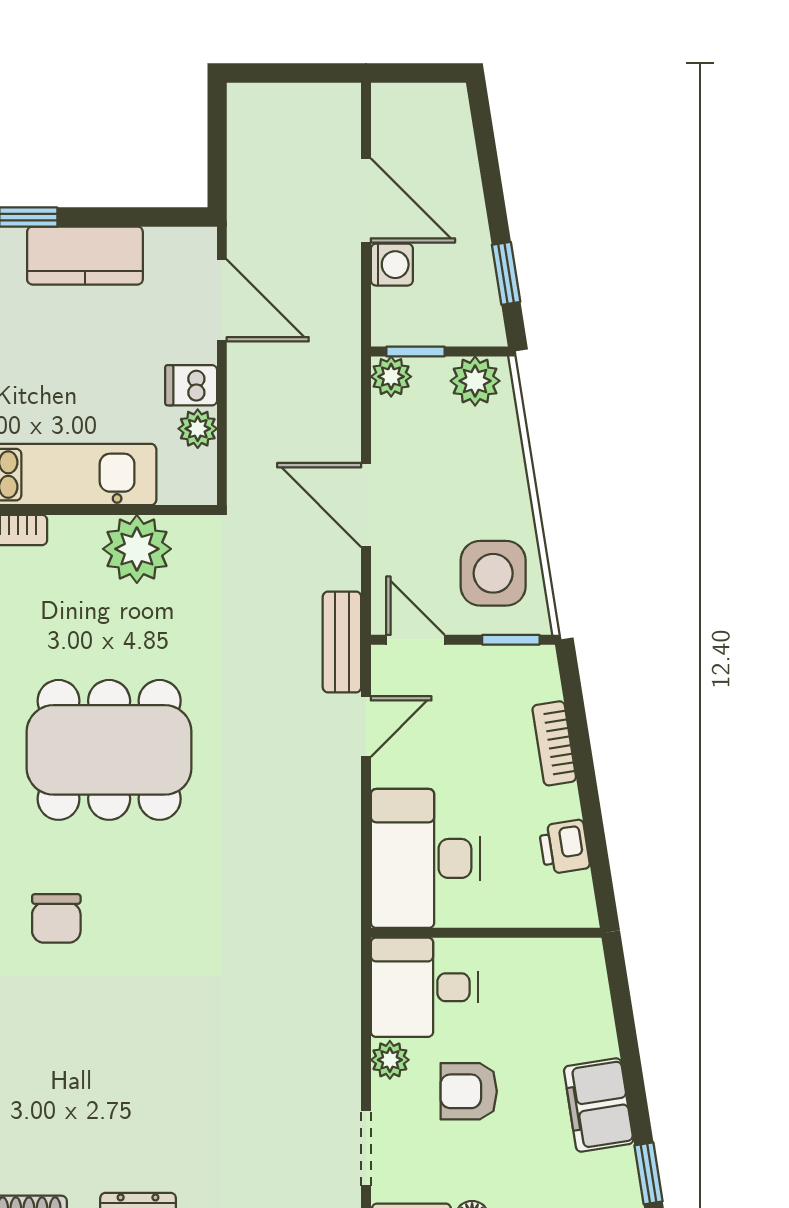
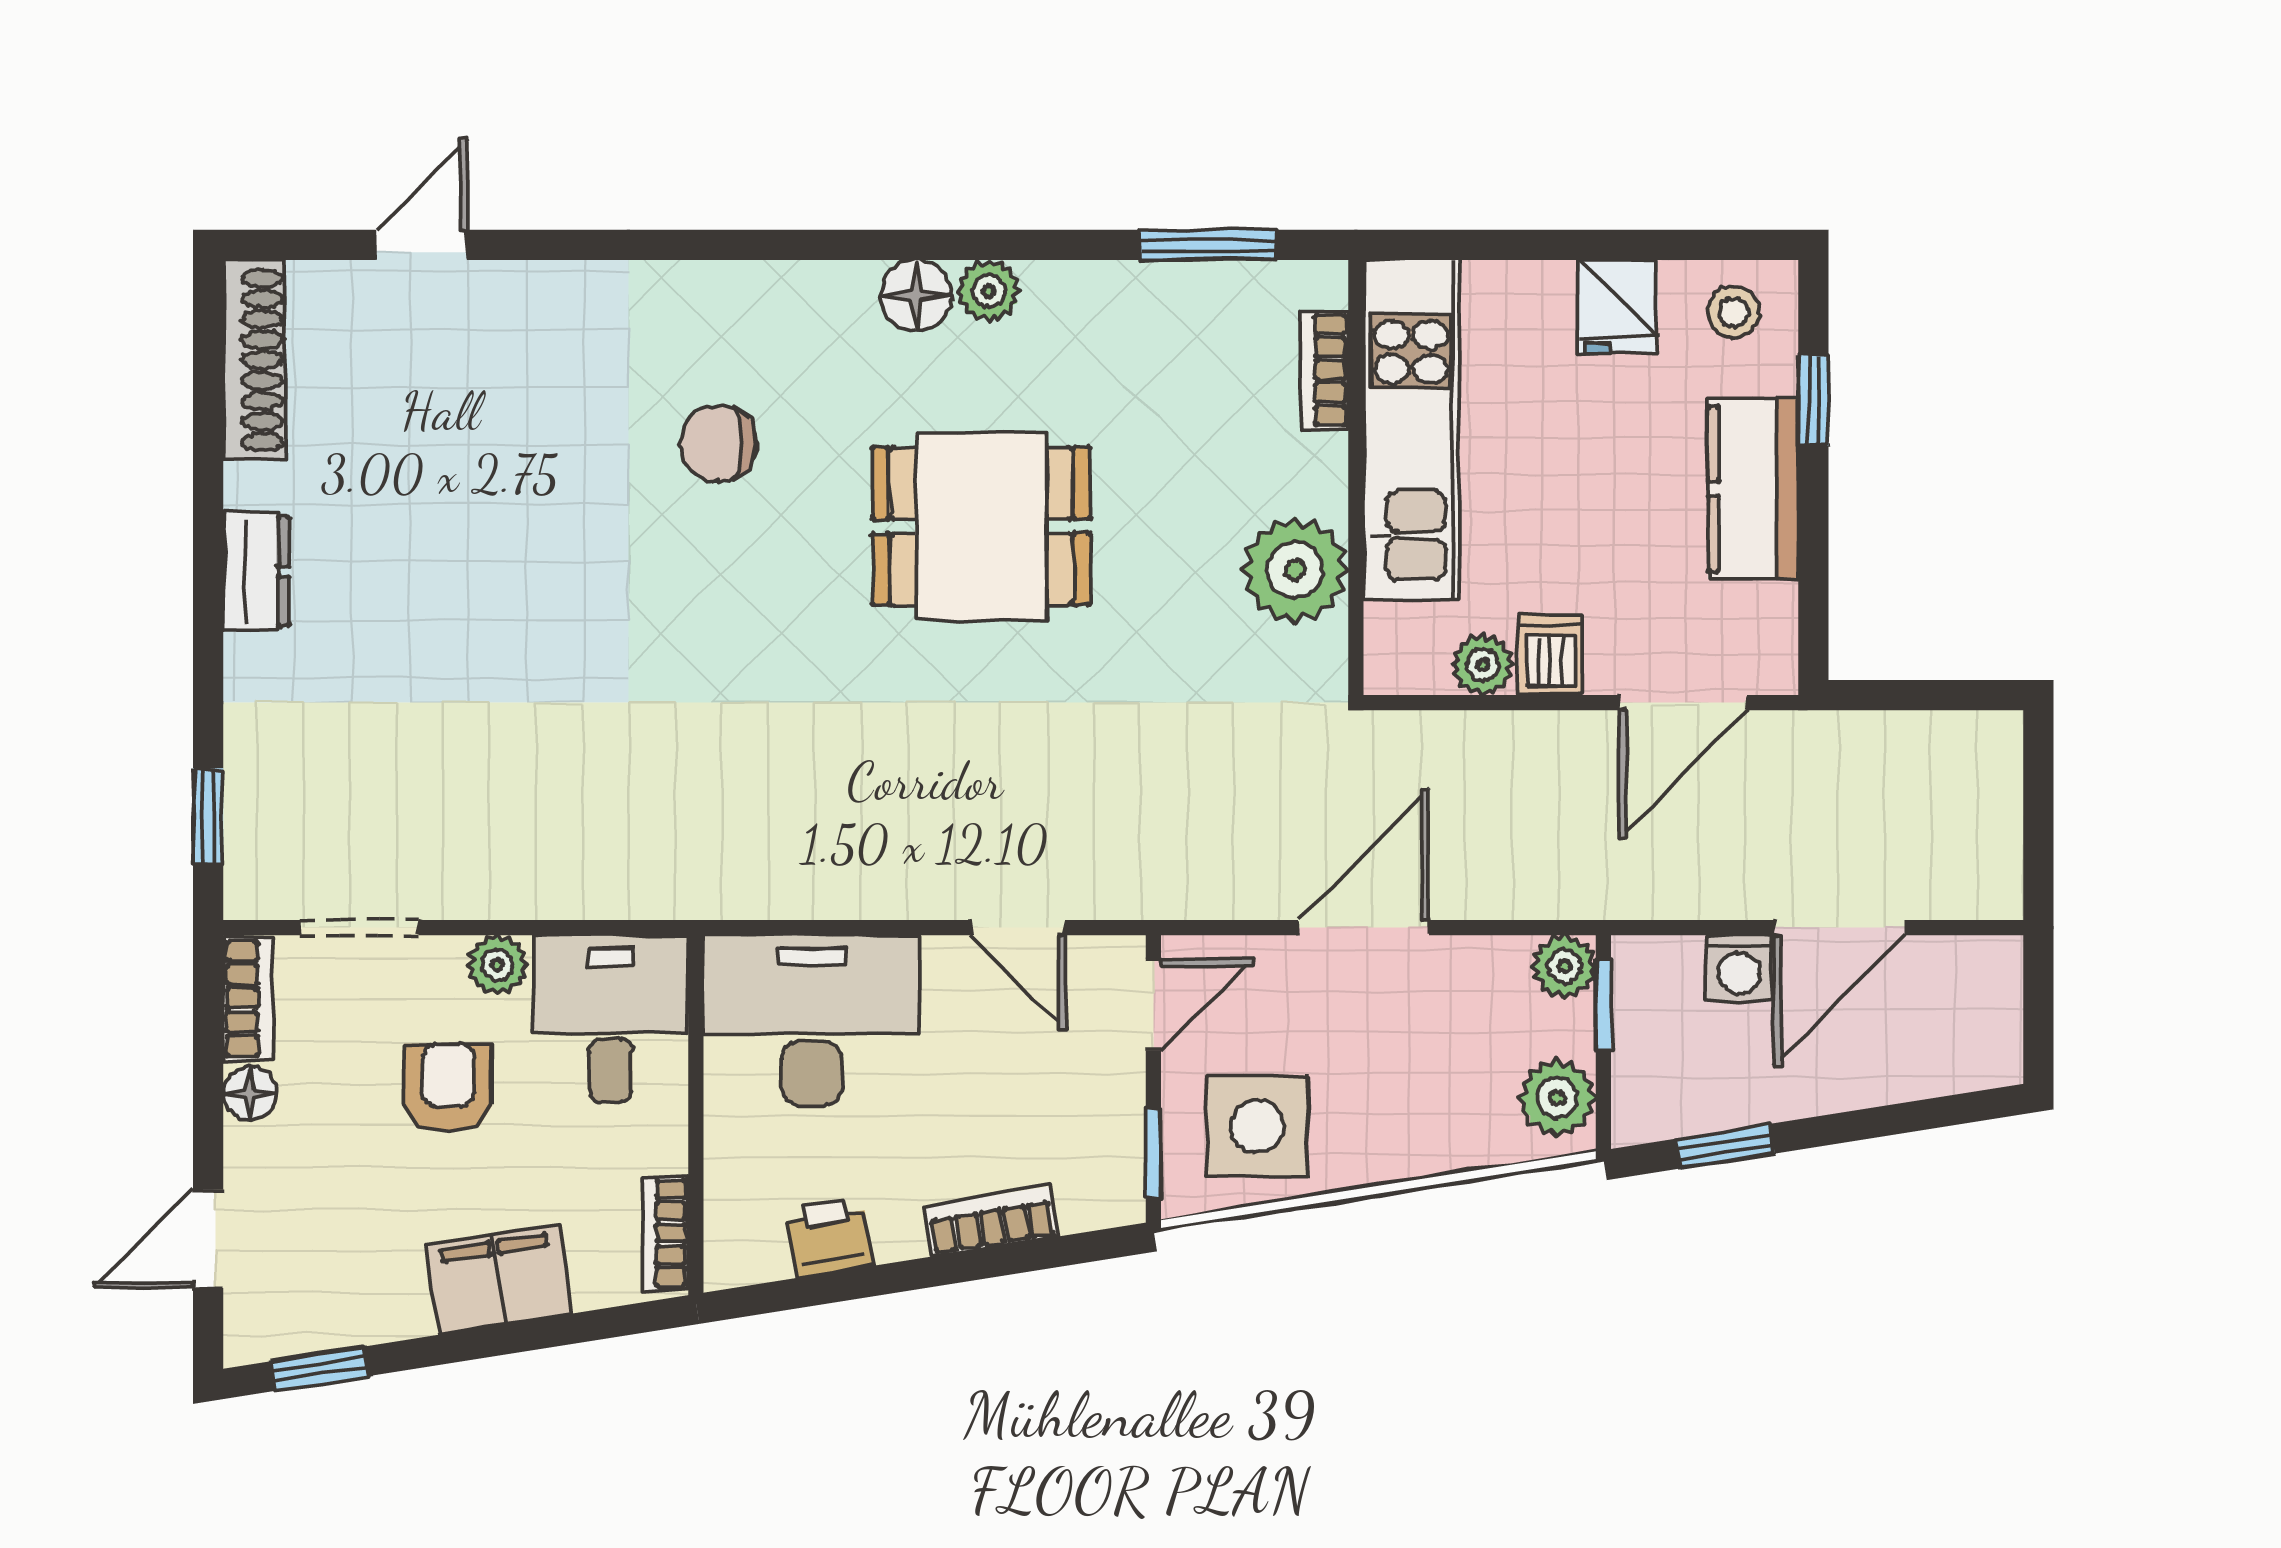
bench: (342, 642) -> (1150, 890), removed
dining table: (109, 750) -> (981, 526), width x0.73
bookcase: (562, 952) -> (666, 1233), added
filing cabinet: (599, 1105) -> (499, 1279), moved

